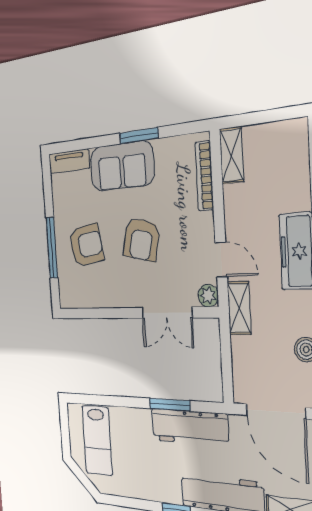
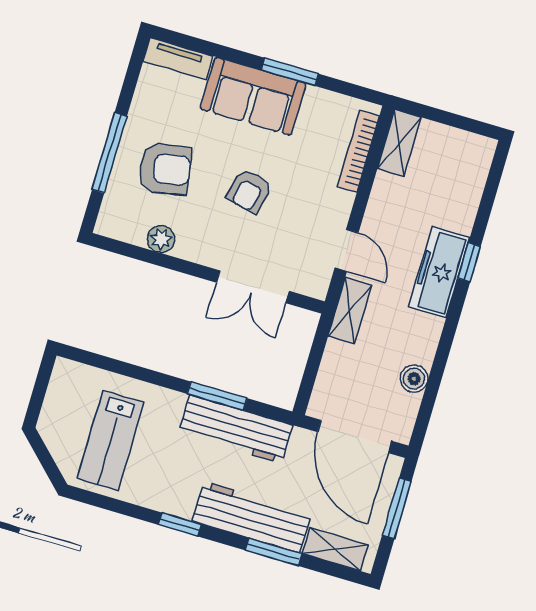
armchair: (142, 240) -> (249, 191), width x0.72, depth x0.72
plant: (208, 296) -> (161, 239), moved
lab bench: (97, 441) -> (111, 440), moved

